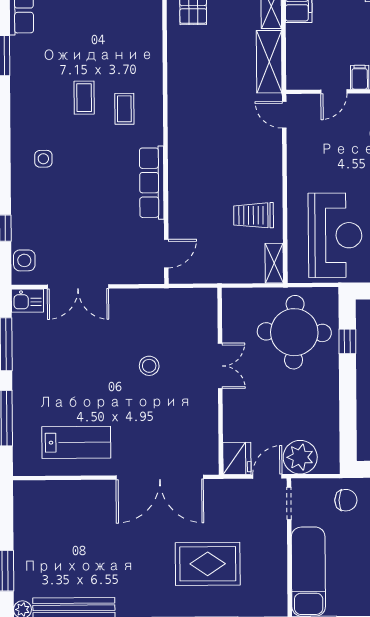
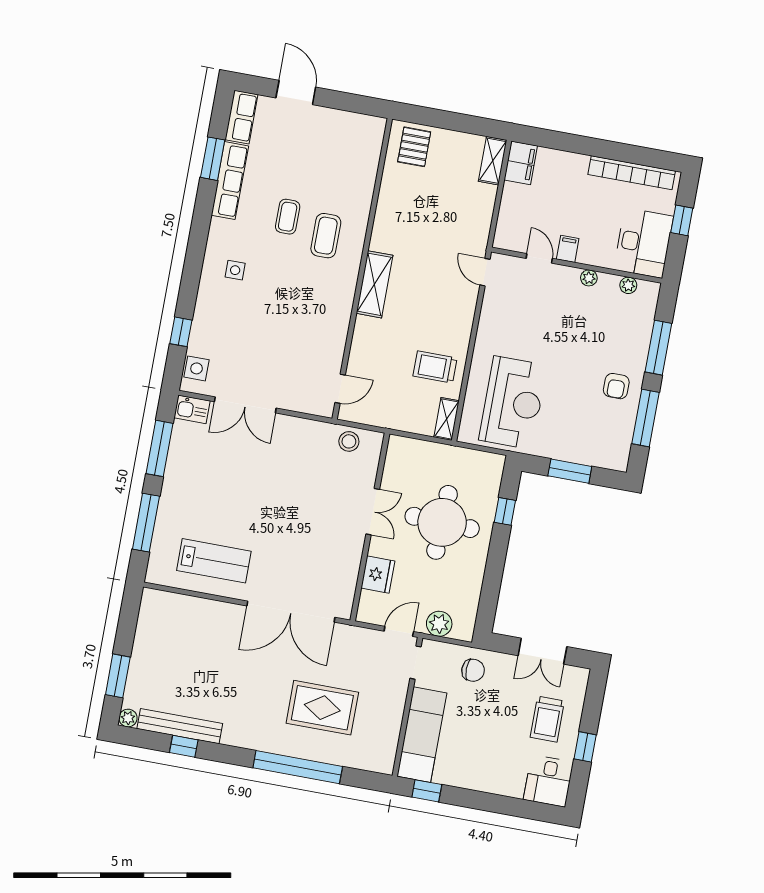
shelving: (269, 62) -> (375, 284), moved
door: (334, 92) -> (539, 258), swing flipped
coffee table: (124, 109) -> (326, 236), width x1.36, depth x1.30
row of seats: (152, 183) -> (230, 181), moved, turned 180
round table: (294, 332) -> (442, 522), moved
stool: (149, 366) -> (349, 441), moved
plant: (300, 457) -> (439, 624), width x0.73, depth x0.73
fridge: (237, 458) -> (378, 575), moved

